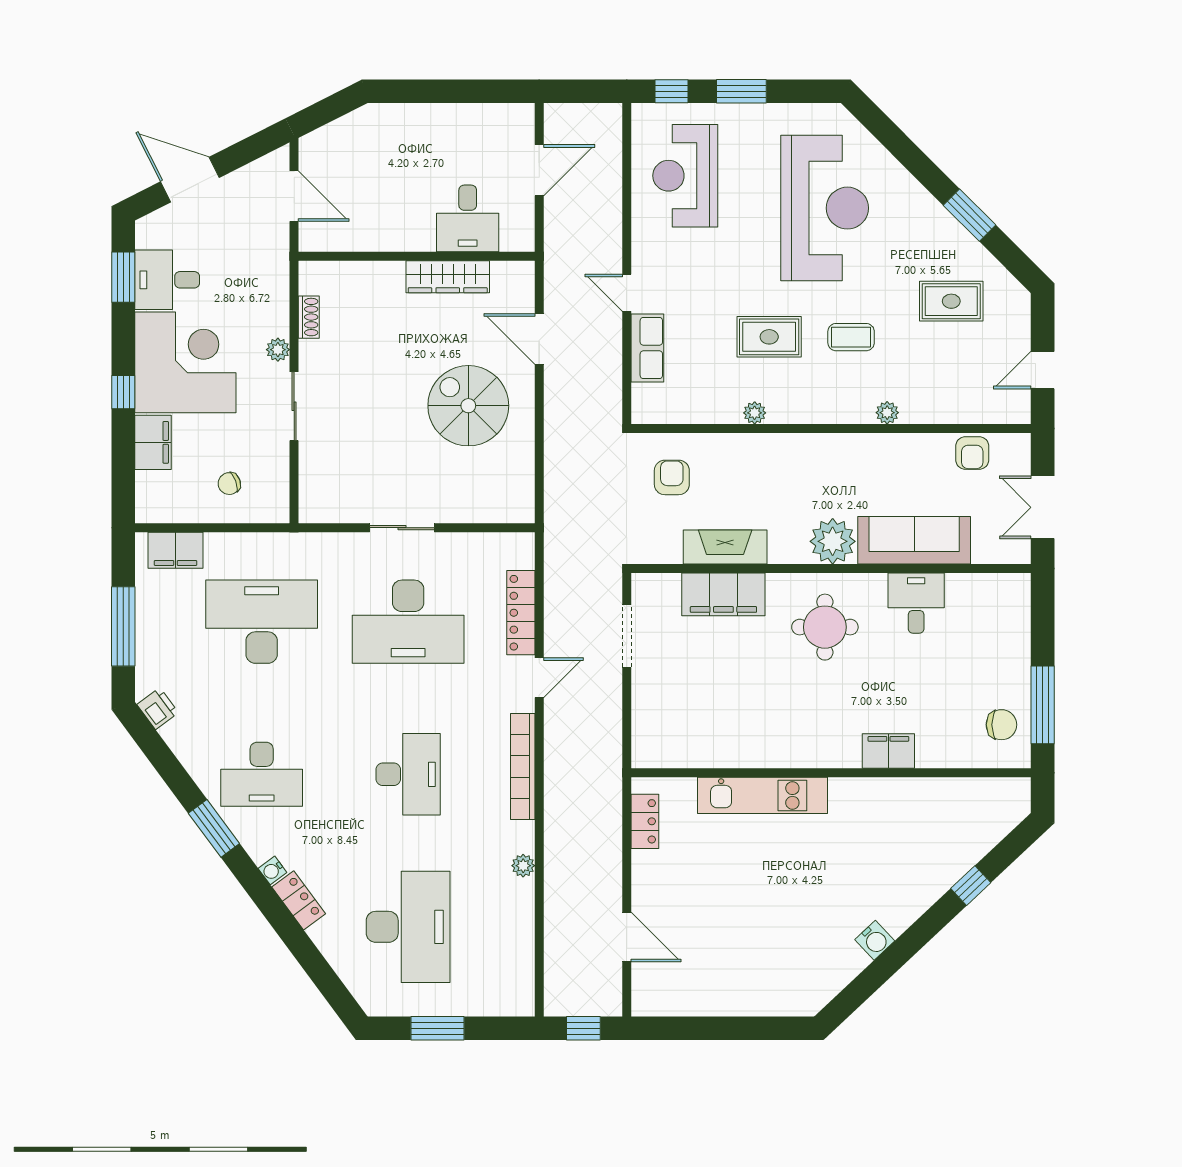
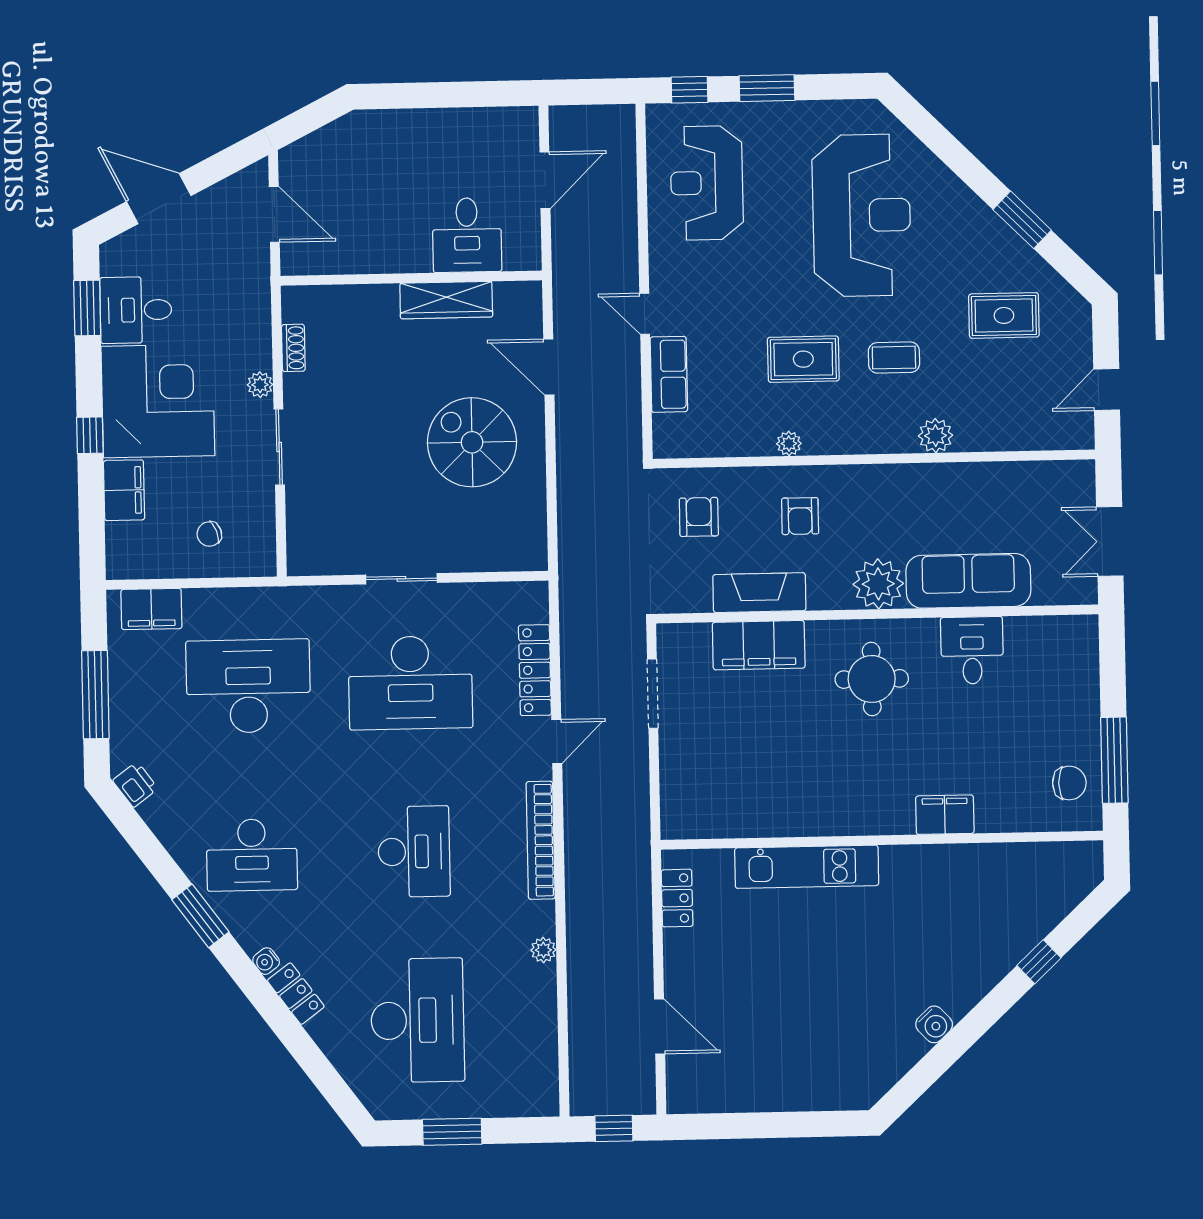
plant: (887, 413) -> (936, 436), width x1.38, depth x1.38
armchair: (972, 453) -> (800, 516), moved

